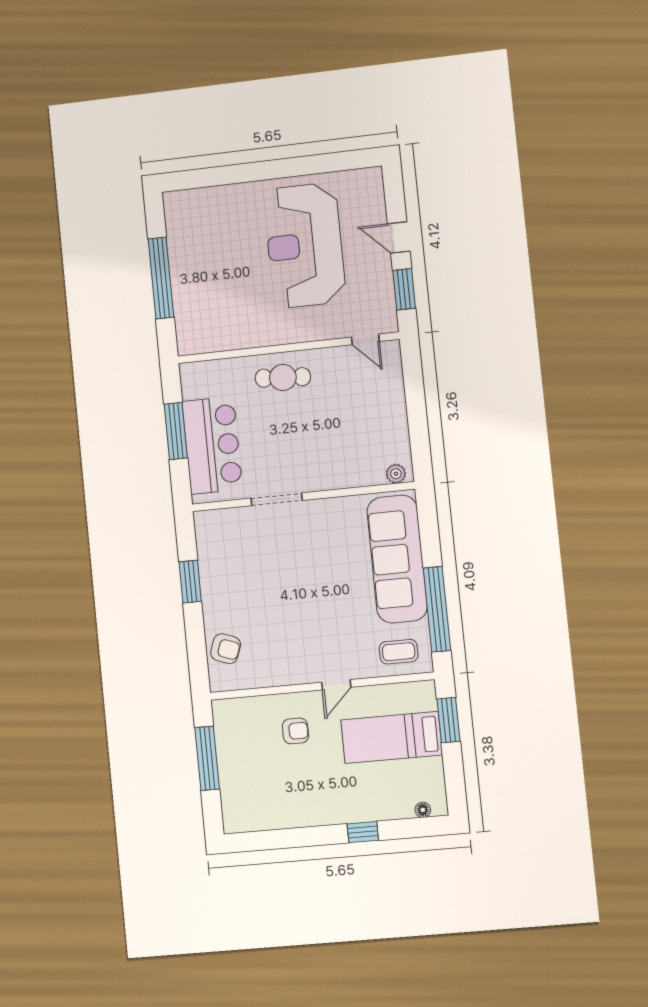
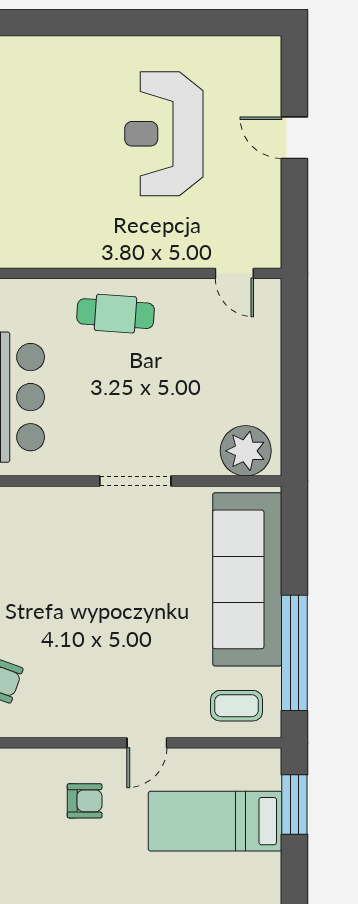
reception desk: (305, 245) -> (164, 134), width x0.74, depth x0.77
window: (404, 289) -> (294, 210), removed
plant: (396, 474) -> (246, 451), width x1.87, depth x1.87
doorway: (277, 499) -> (135, 481), moved

